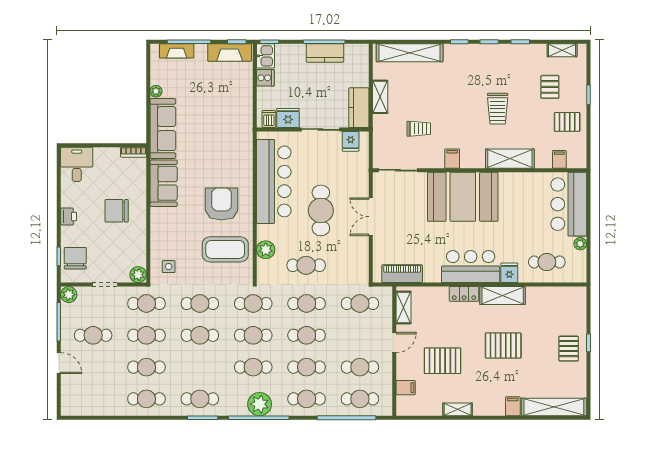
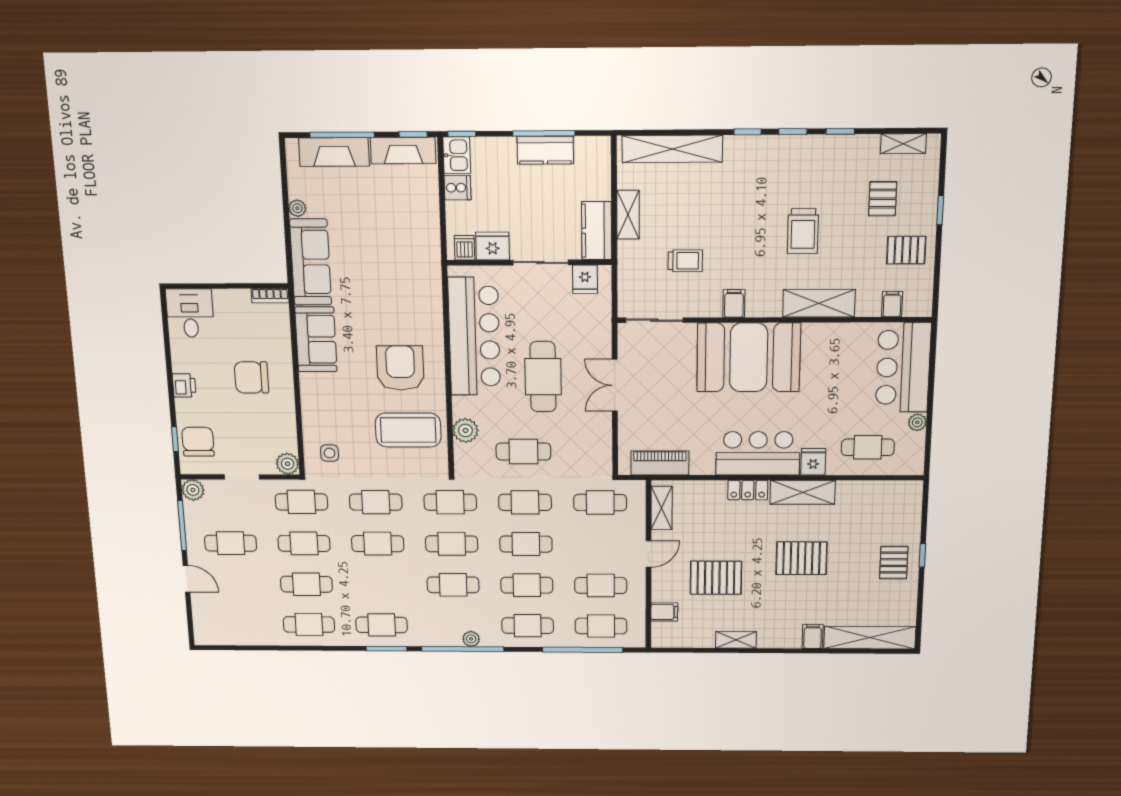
fireplace: (177, 51) -> (334, 152), width x1.37, depth x1.32
plant: (260, 404) -> (471, 639), width x0.53, depth x0.53

